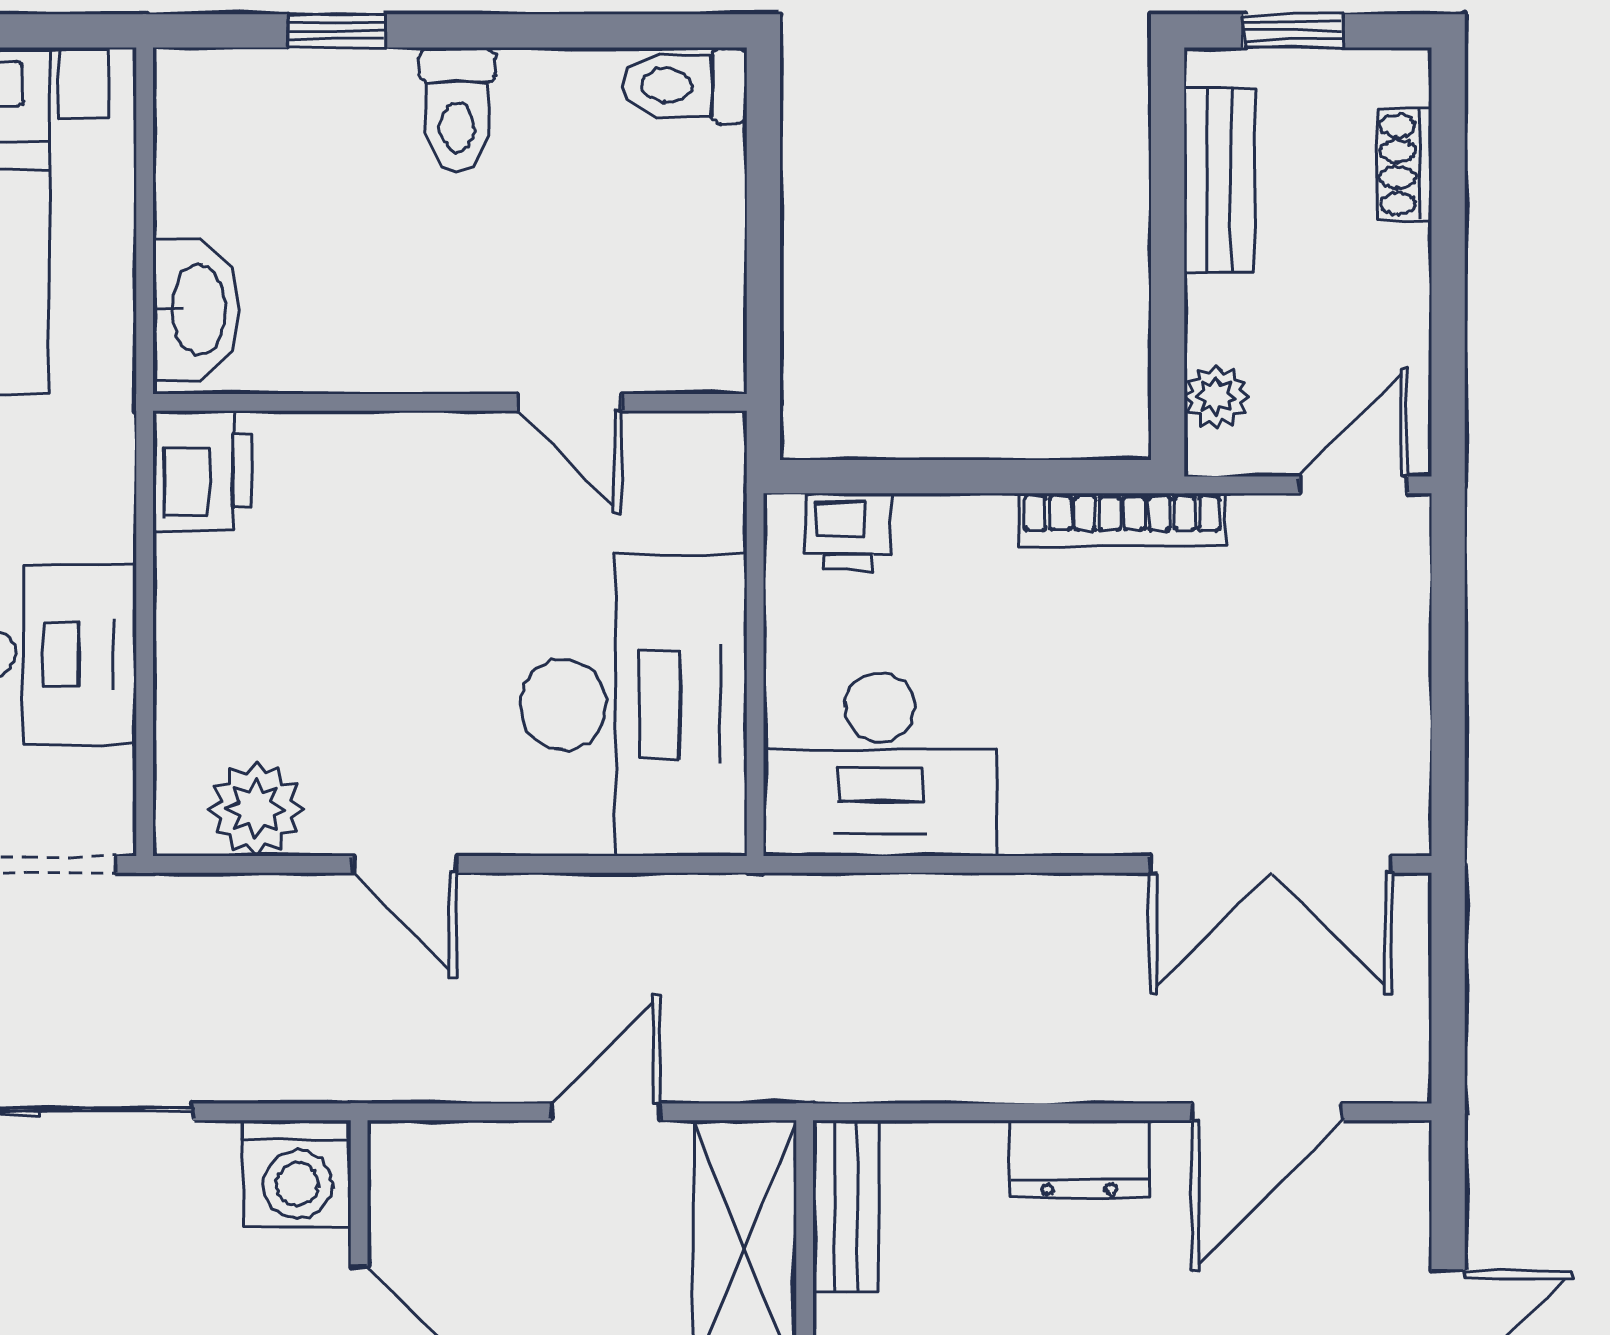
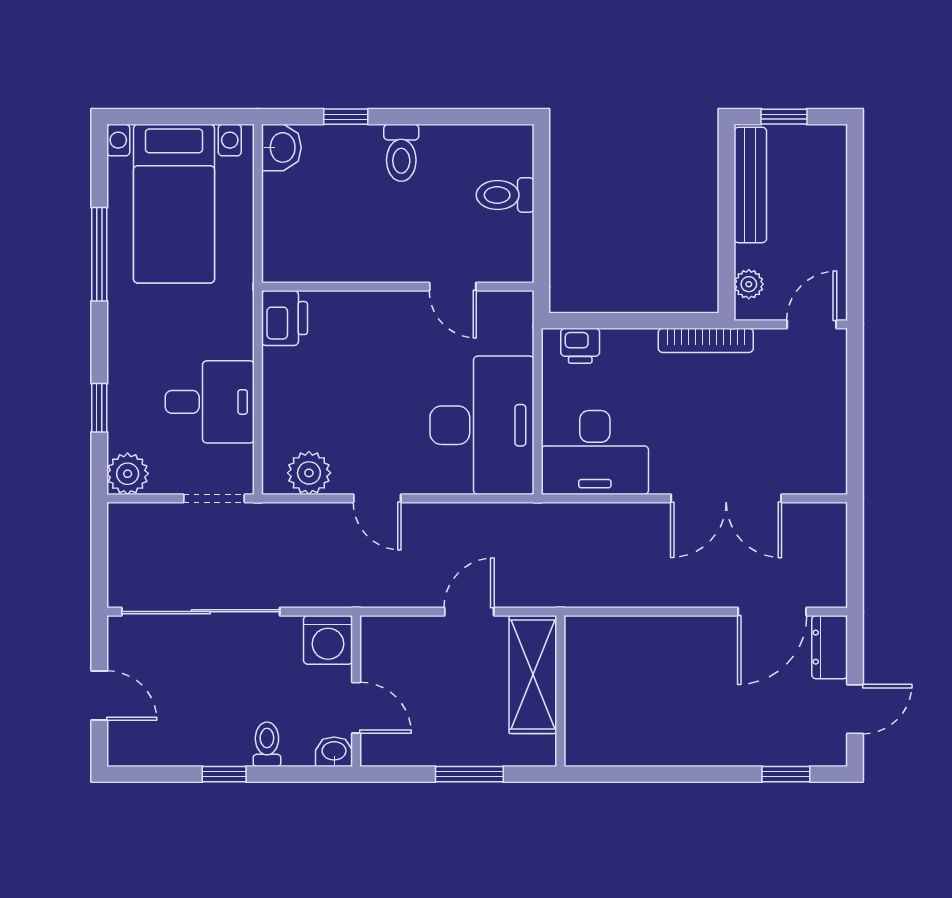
toilet: (684, 86) -> (505, 195), moved
shoe rack: (1404, 164) -> (835, 178), removed
bench: (1220, 180) -> (750, 185), width x1.36
washbasin: (196, 310) -> (281, 147), moved, width x0.72
double door: (1271, 864) -> (726, 498), moved
dresser: (1079, 1159) -> (830, 647), moved, turned 90
bench: (846, 1206) -> (579, 655), removed

